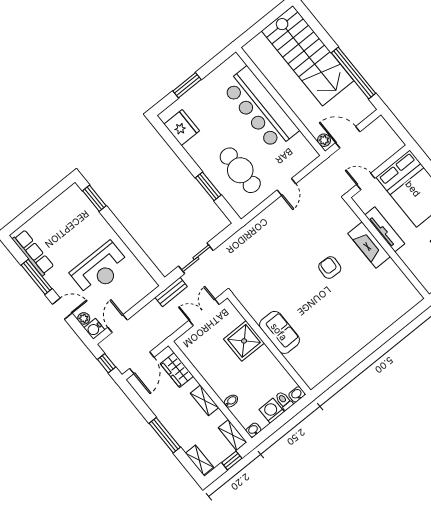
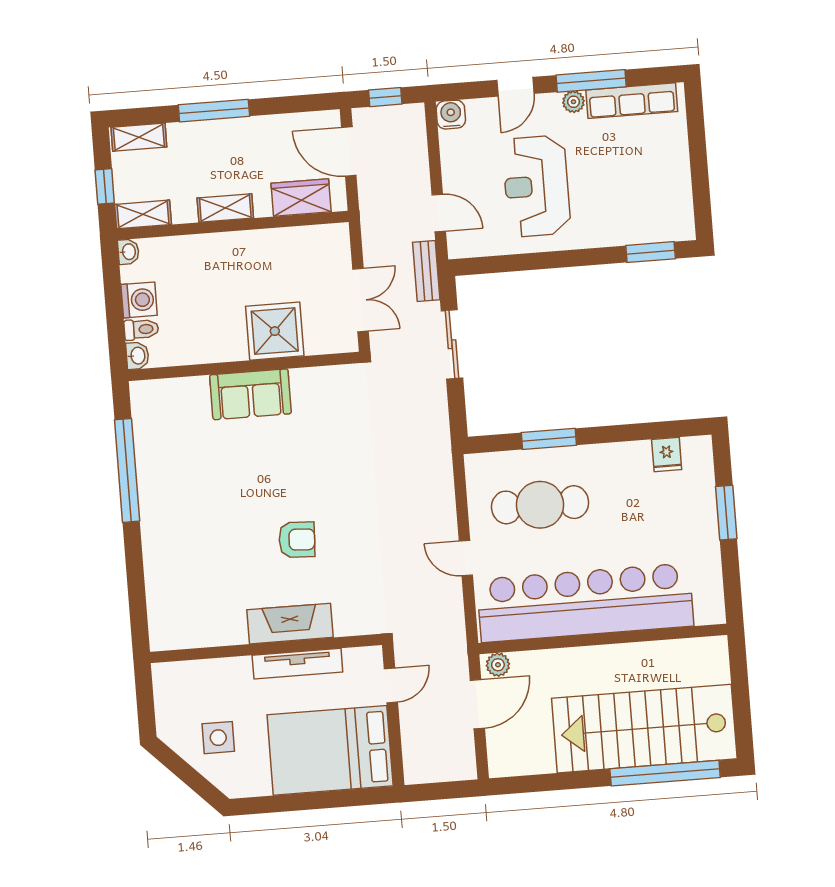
window: (353, 73) -> (665, 773), moved
bar counter: (260, 108) -> (585, 603), width x1.36
fridge: (182, 128) -> (667, 454), width x0.53, depth x0.75
plant: (84, 318) -> (573, 102), moved
door: (118, 324) -> (439, 213), moved
window: (351, 364) -> (127, 470), added
bidet: (231, 401) -> (196, 248), removed

